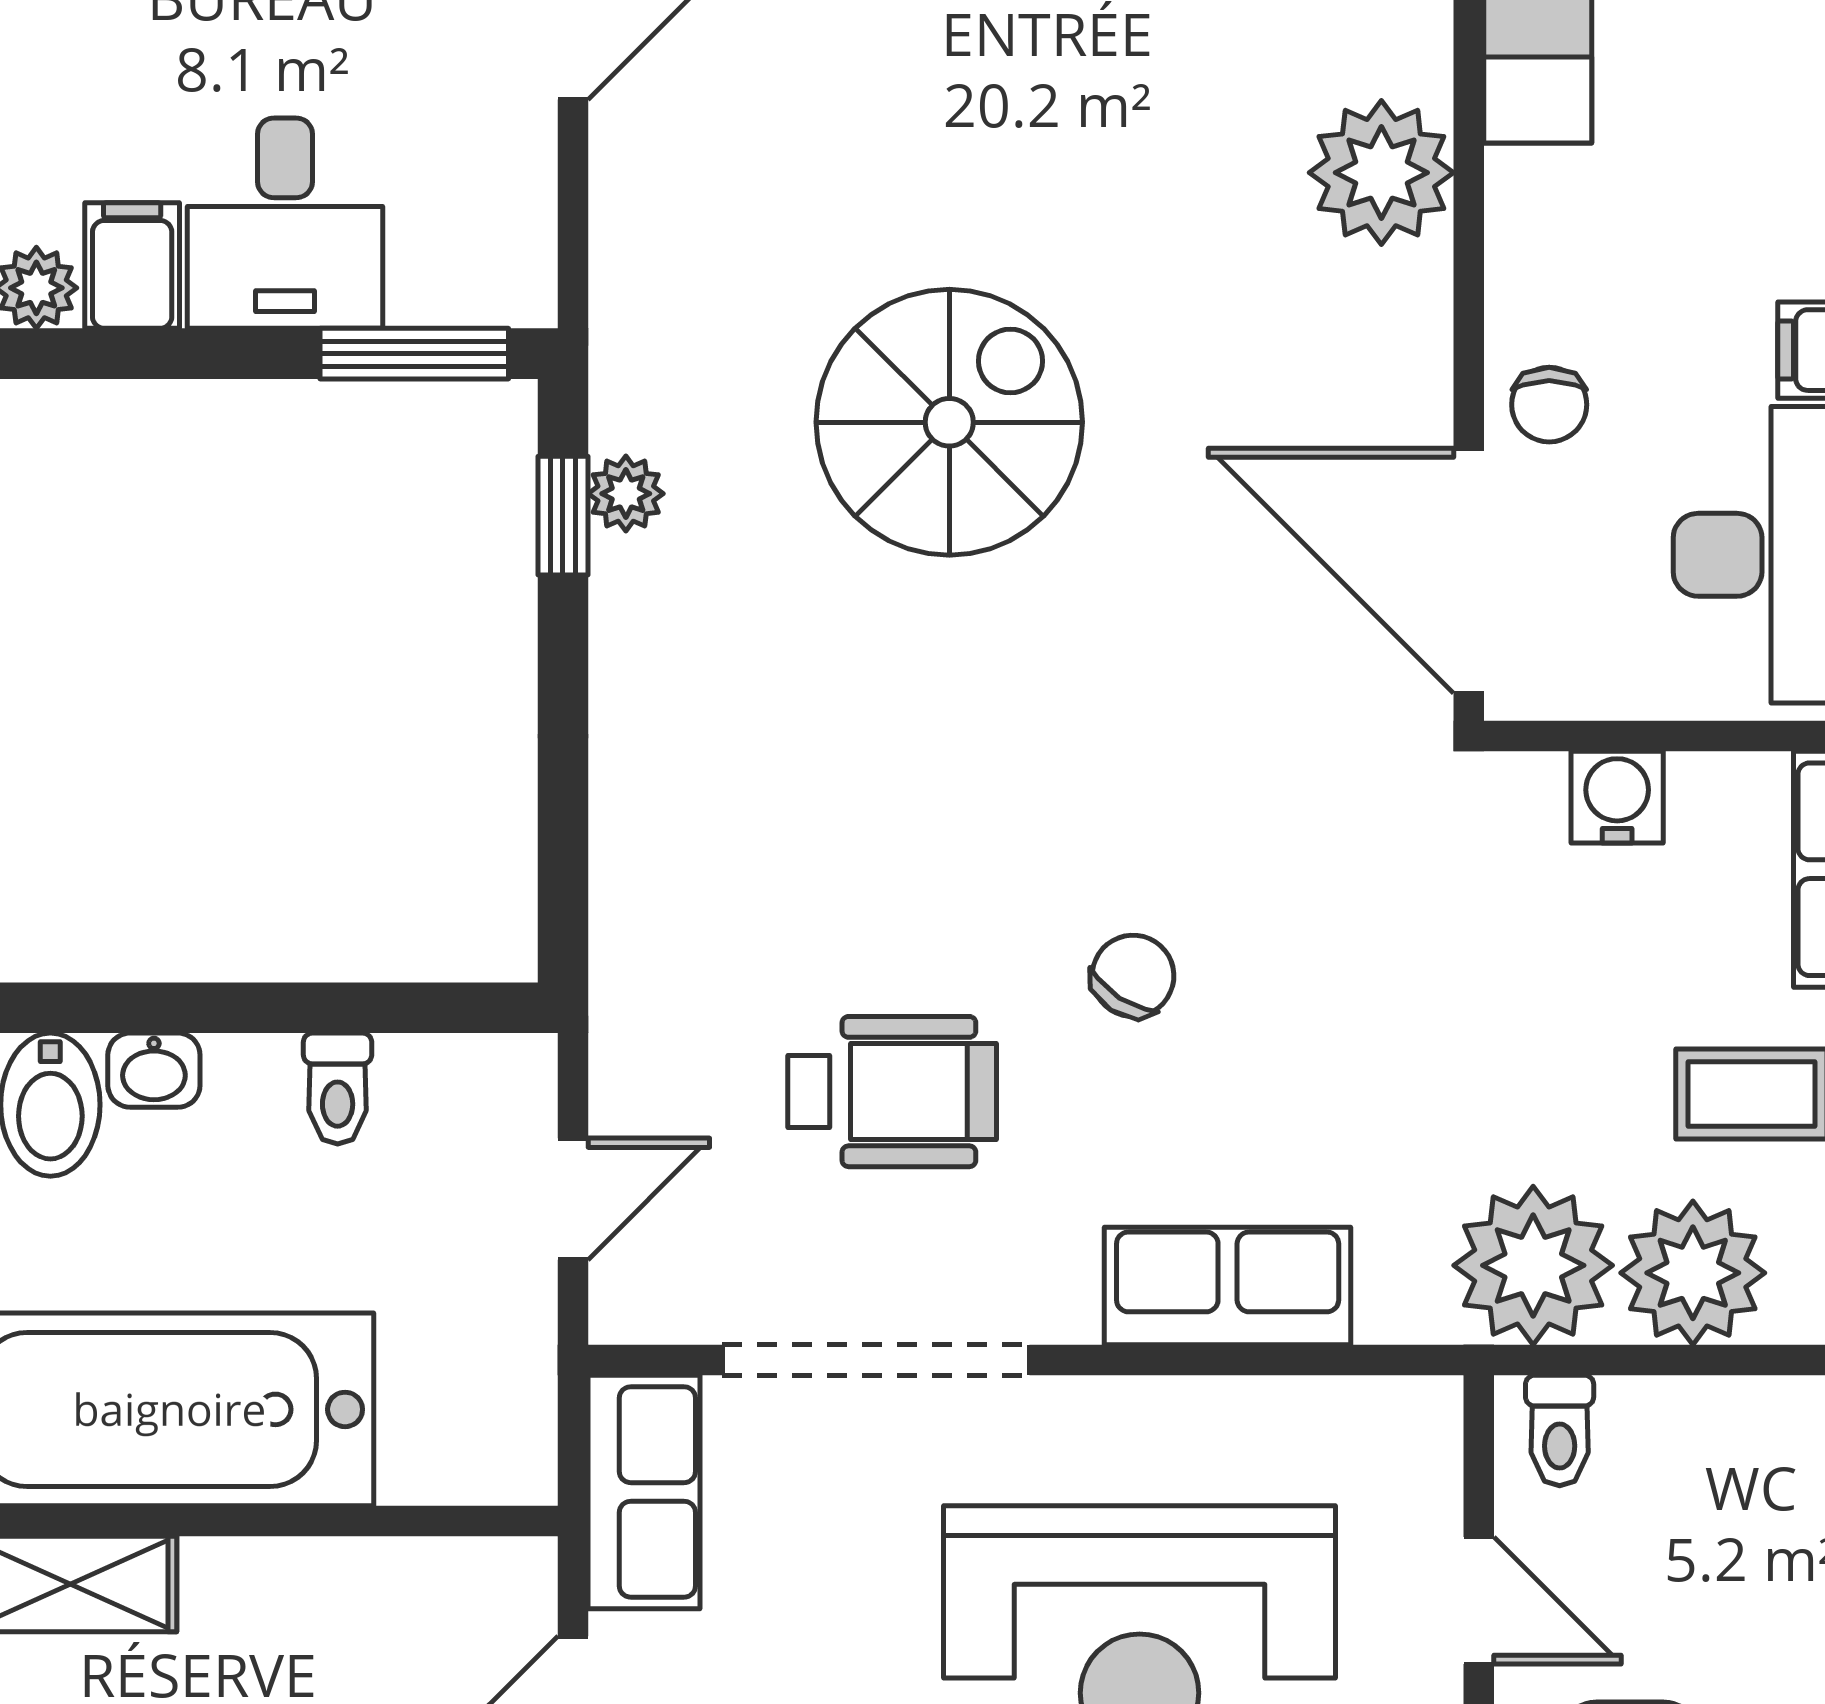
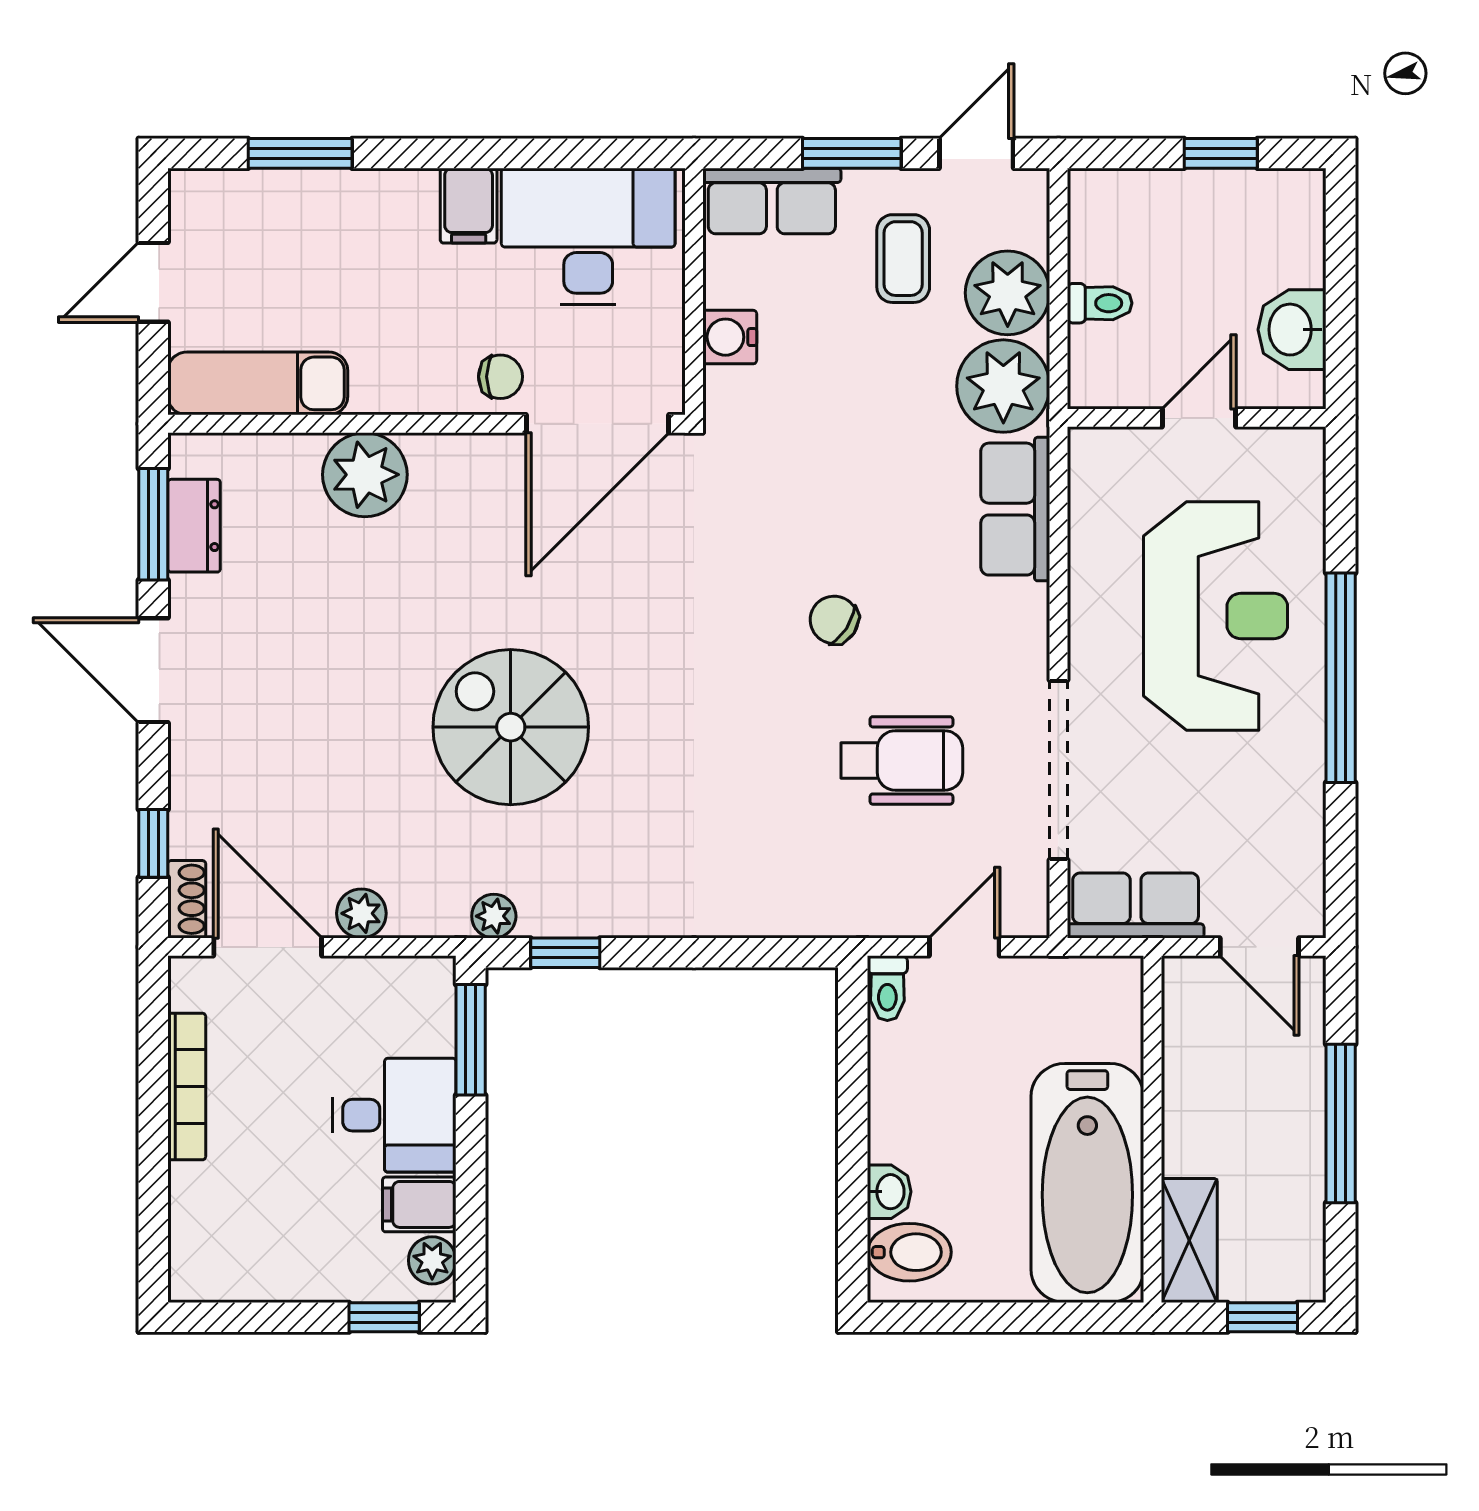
plant: (630, 167) -> (361, 913), added
plant: (626, 494) -> (494, 916), moved
toilet: (338, 1089) -> (887, 988), moved, turned 90
wheelchair: (892, 1092) -> (902, 760), turned 90
door: (573, 1199) -> (964, 947), hinge flipped
row of seats: (1228, 1286) -> (1015, 509), moved
toilet: (1560, 1430) -> (1100, 303), moved

